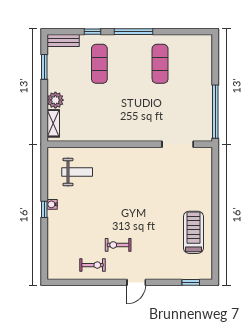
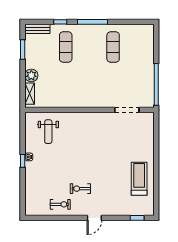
weight bench: (77, 172) -> (48, 132), turned 90

